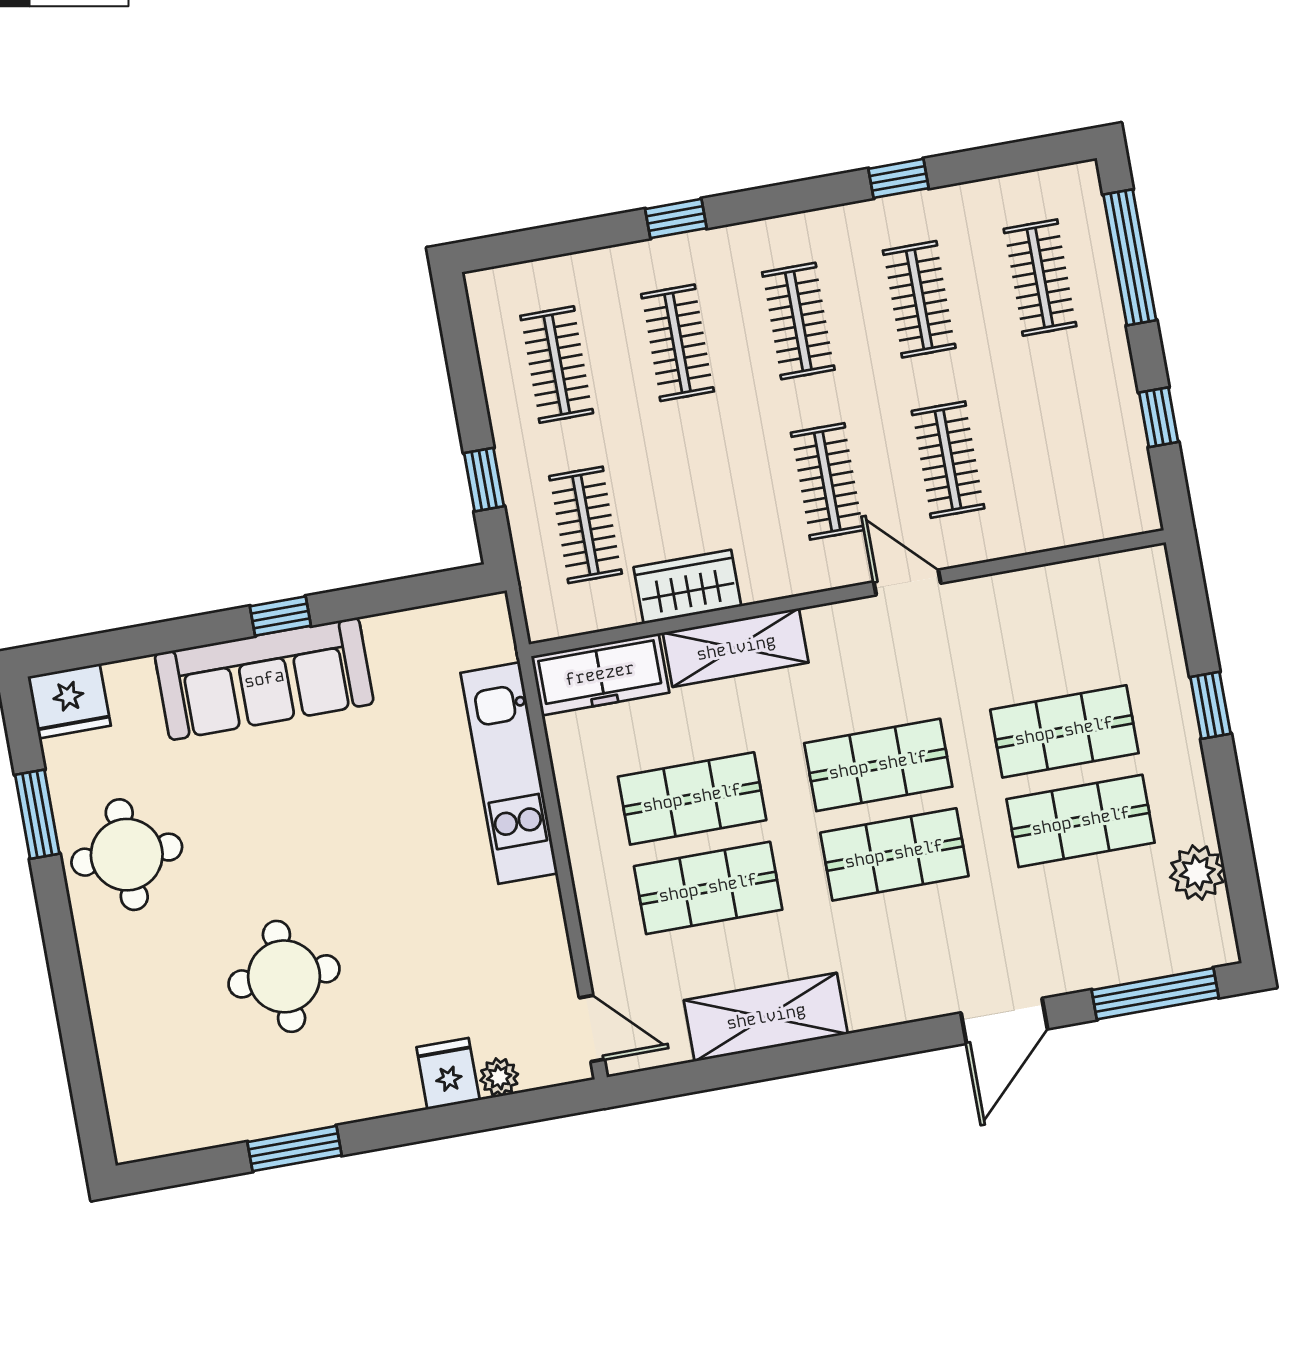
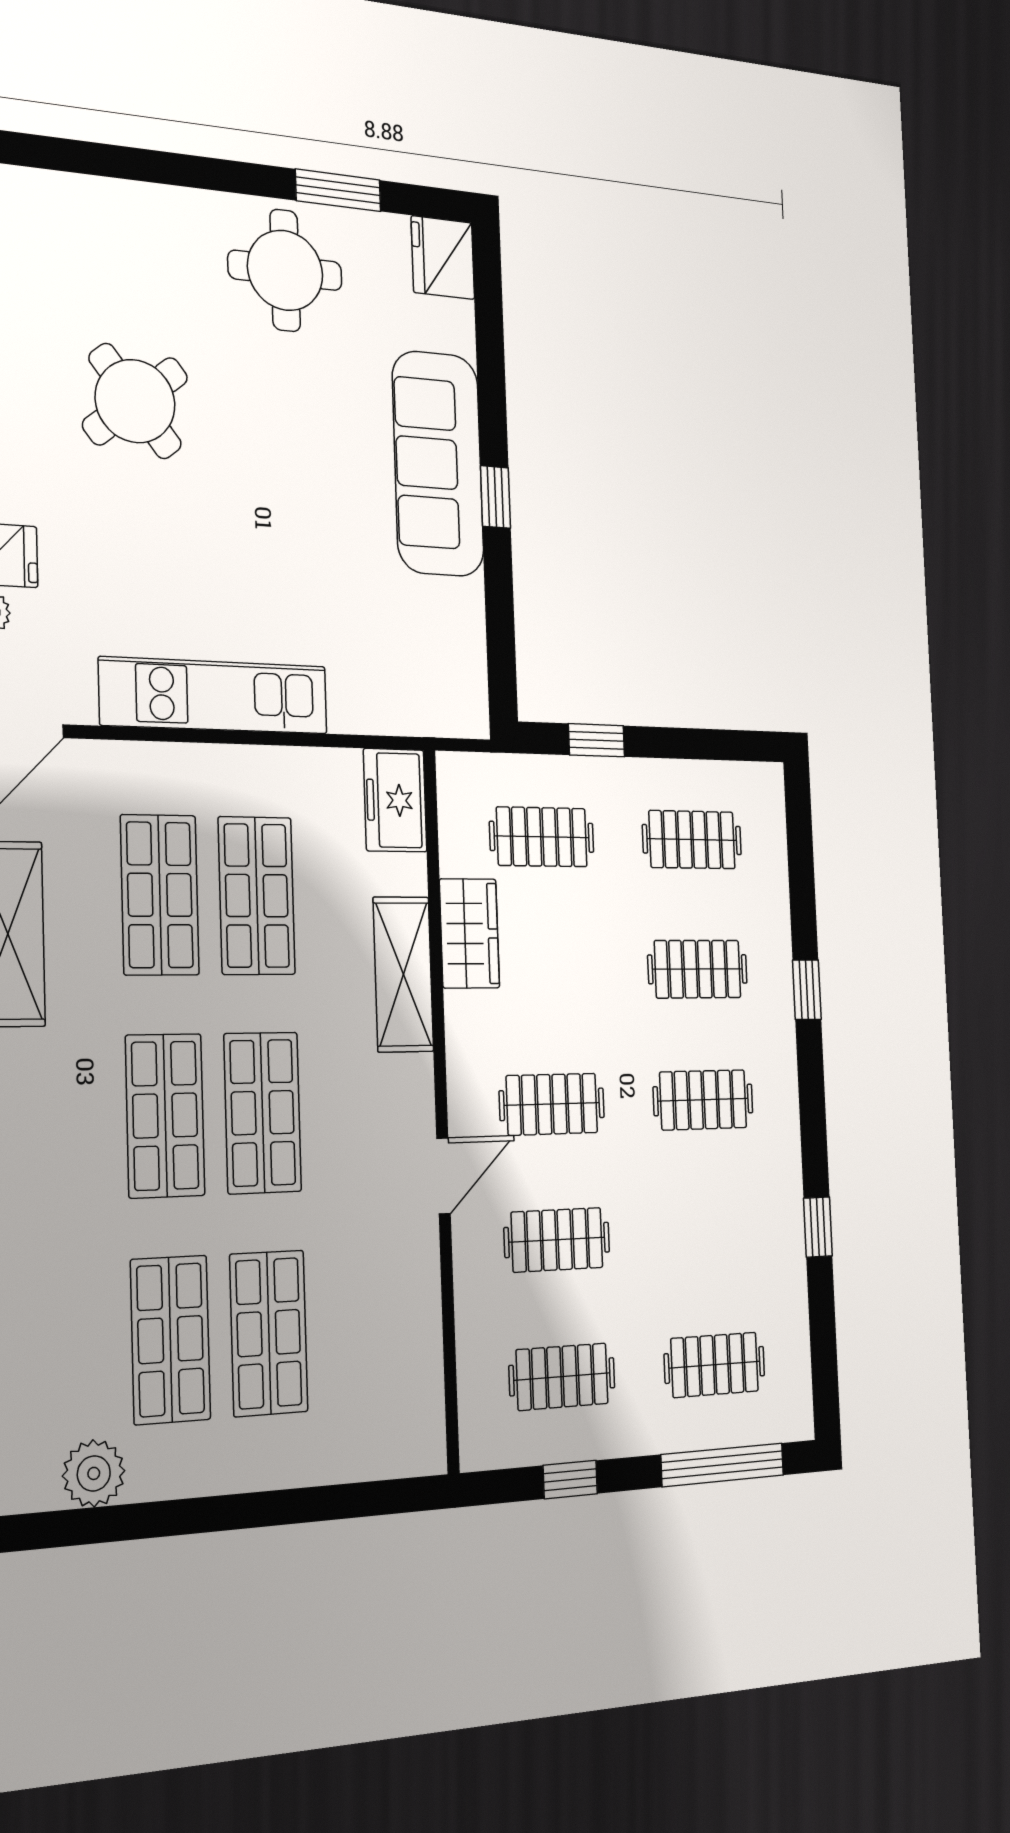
clothes rail: (919, 299) -> (562, 1377), moved
freezer: (600, 674) -> (395, 800), width x0.71
window: (1210, 705) -> (273, 1508), removed
kitchen unit: (509, 773) -> (214, 696), moved
round table: (284, 976) -> (135, 401), turned -38

